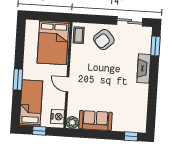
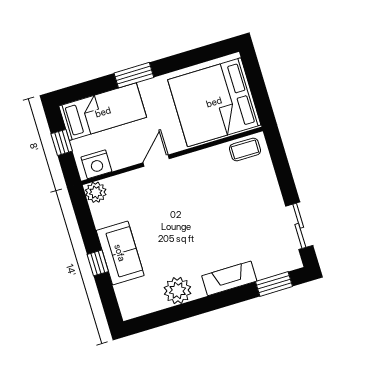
armchair: (104, 40) -> (253, 194), removed
bed: (53, 43) -> (214, 102), width x1.36
plant: (140, 98) -> (178, 290), added
sofa: (95, 120) -> (120, 253), moved
window: (131, 136) -> (98, 263), moved

